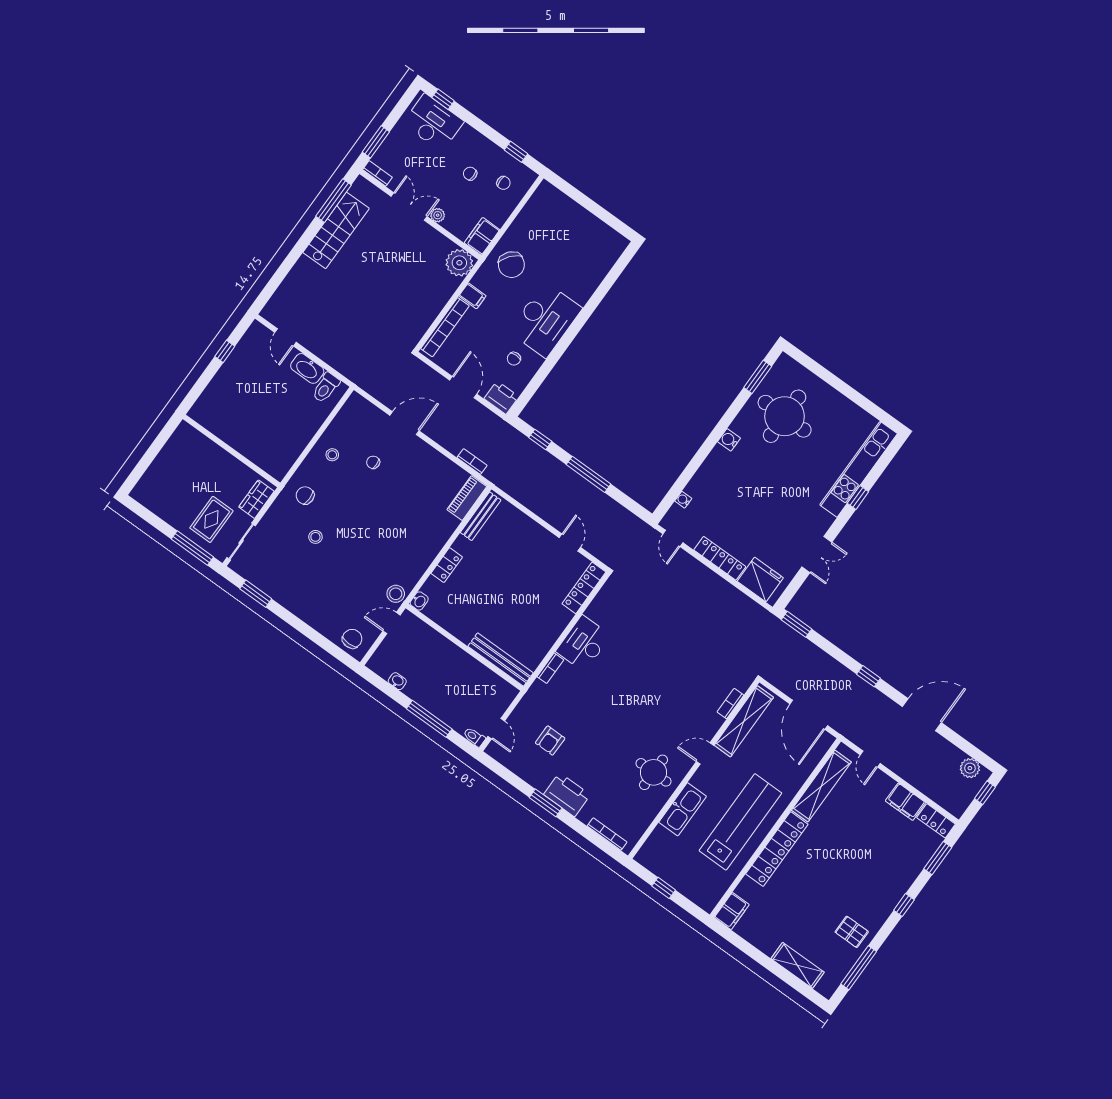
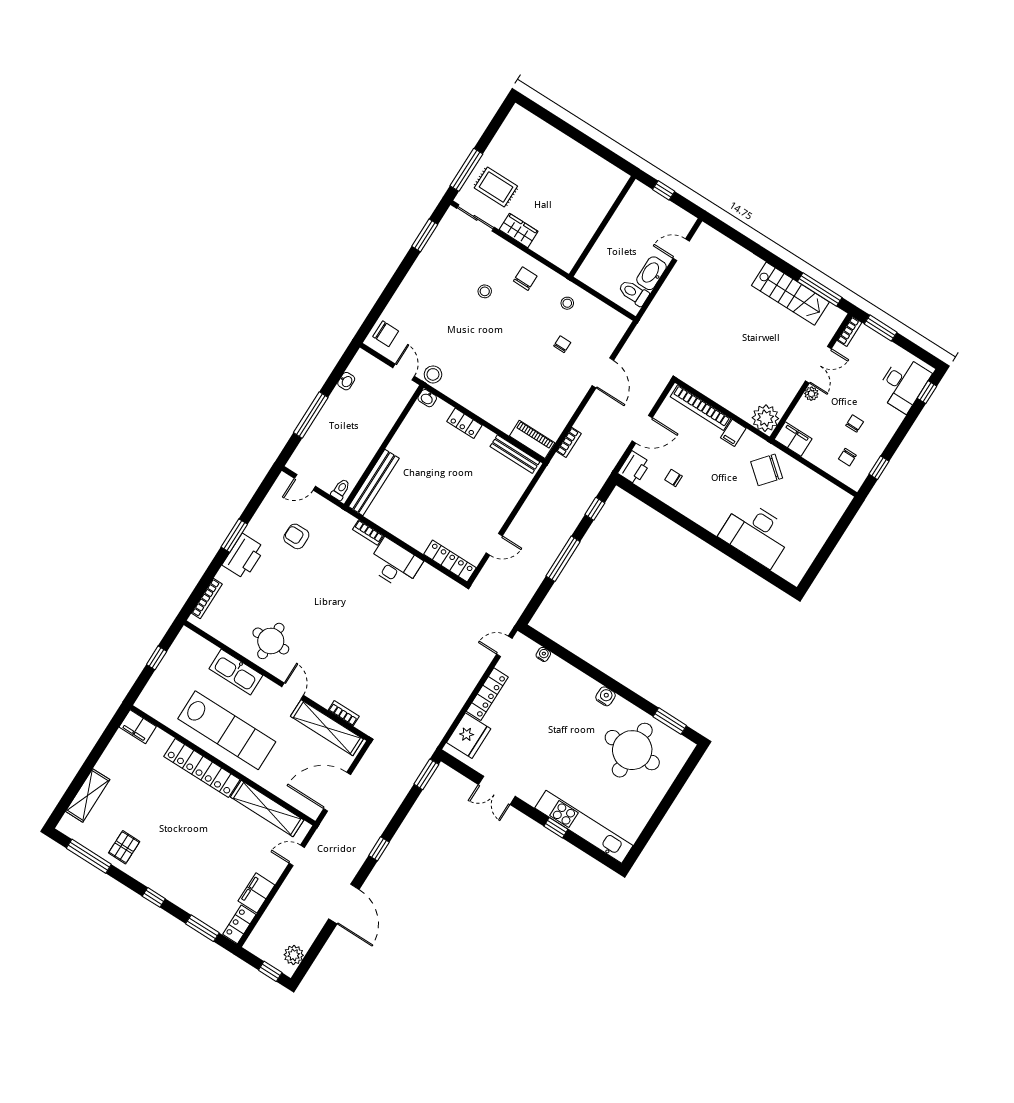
desk: (545, 320) -> (756, 534), moved
wall: (231, 451) -> (602, 226), moved
toilet: (474, 737) -> (341, 490), moved

